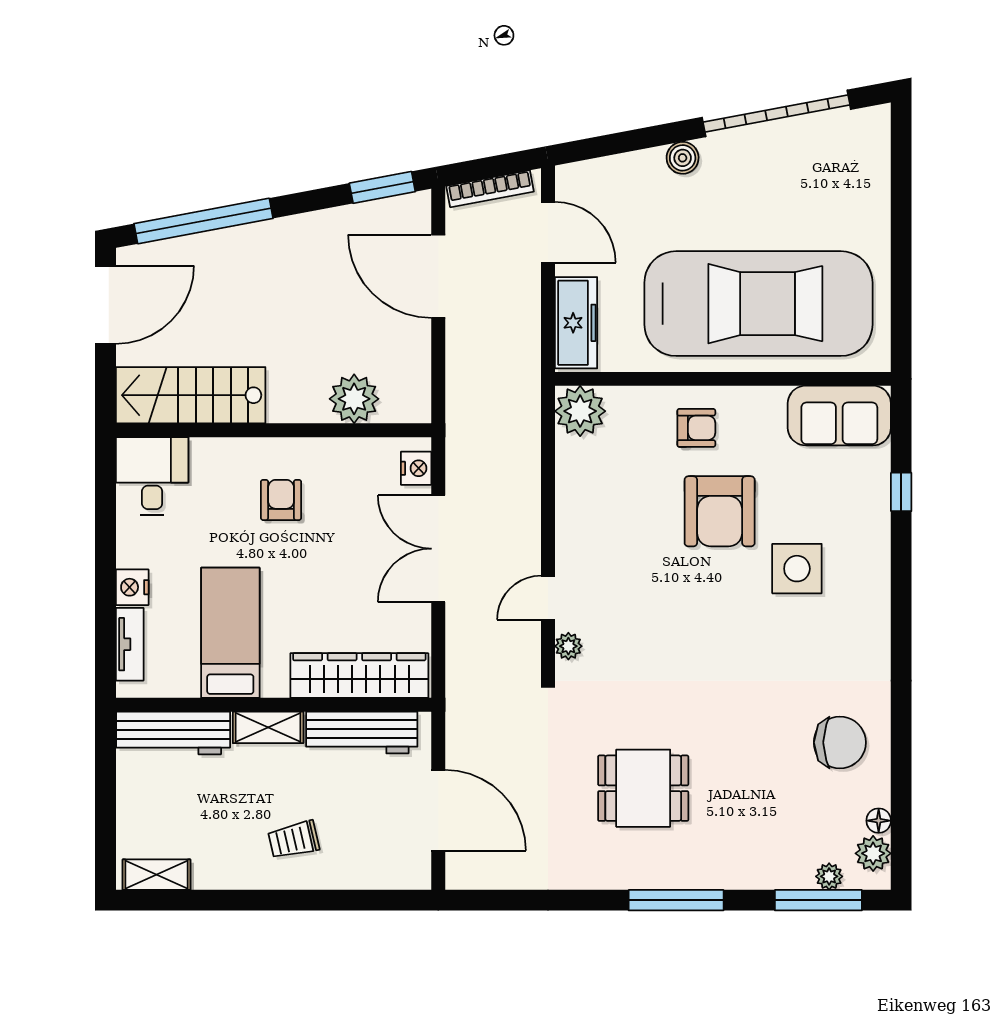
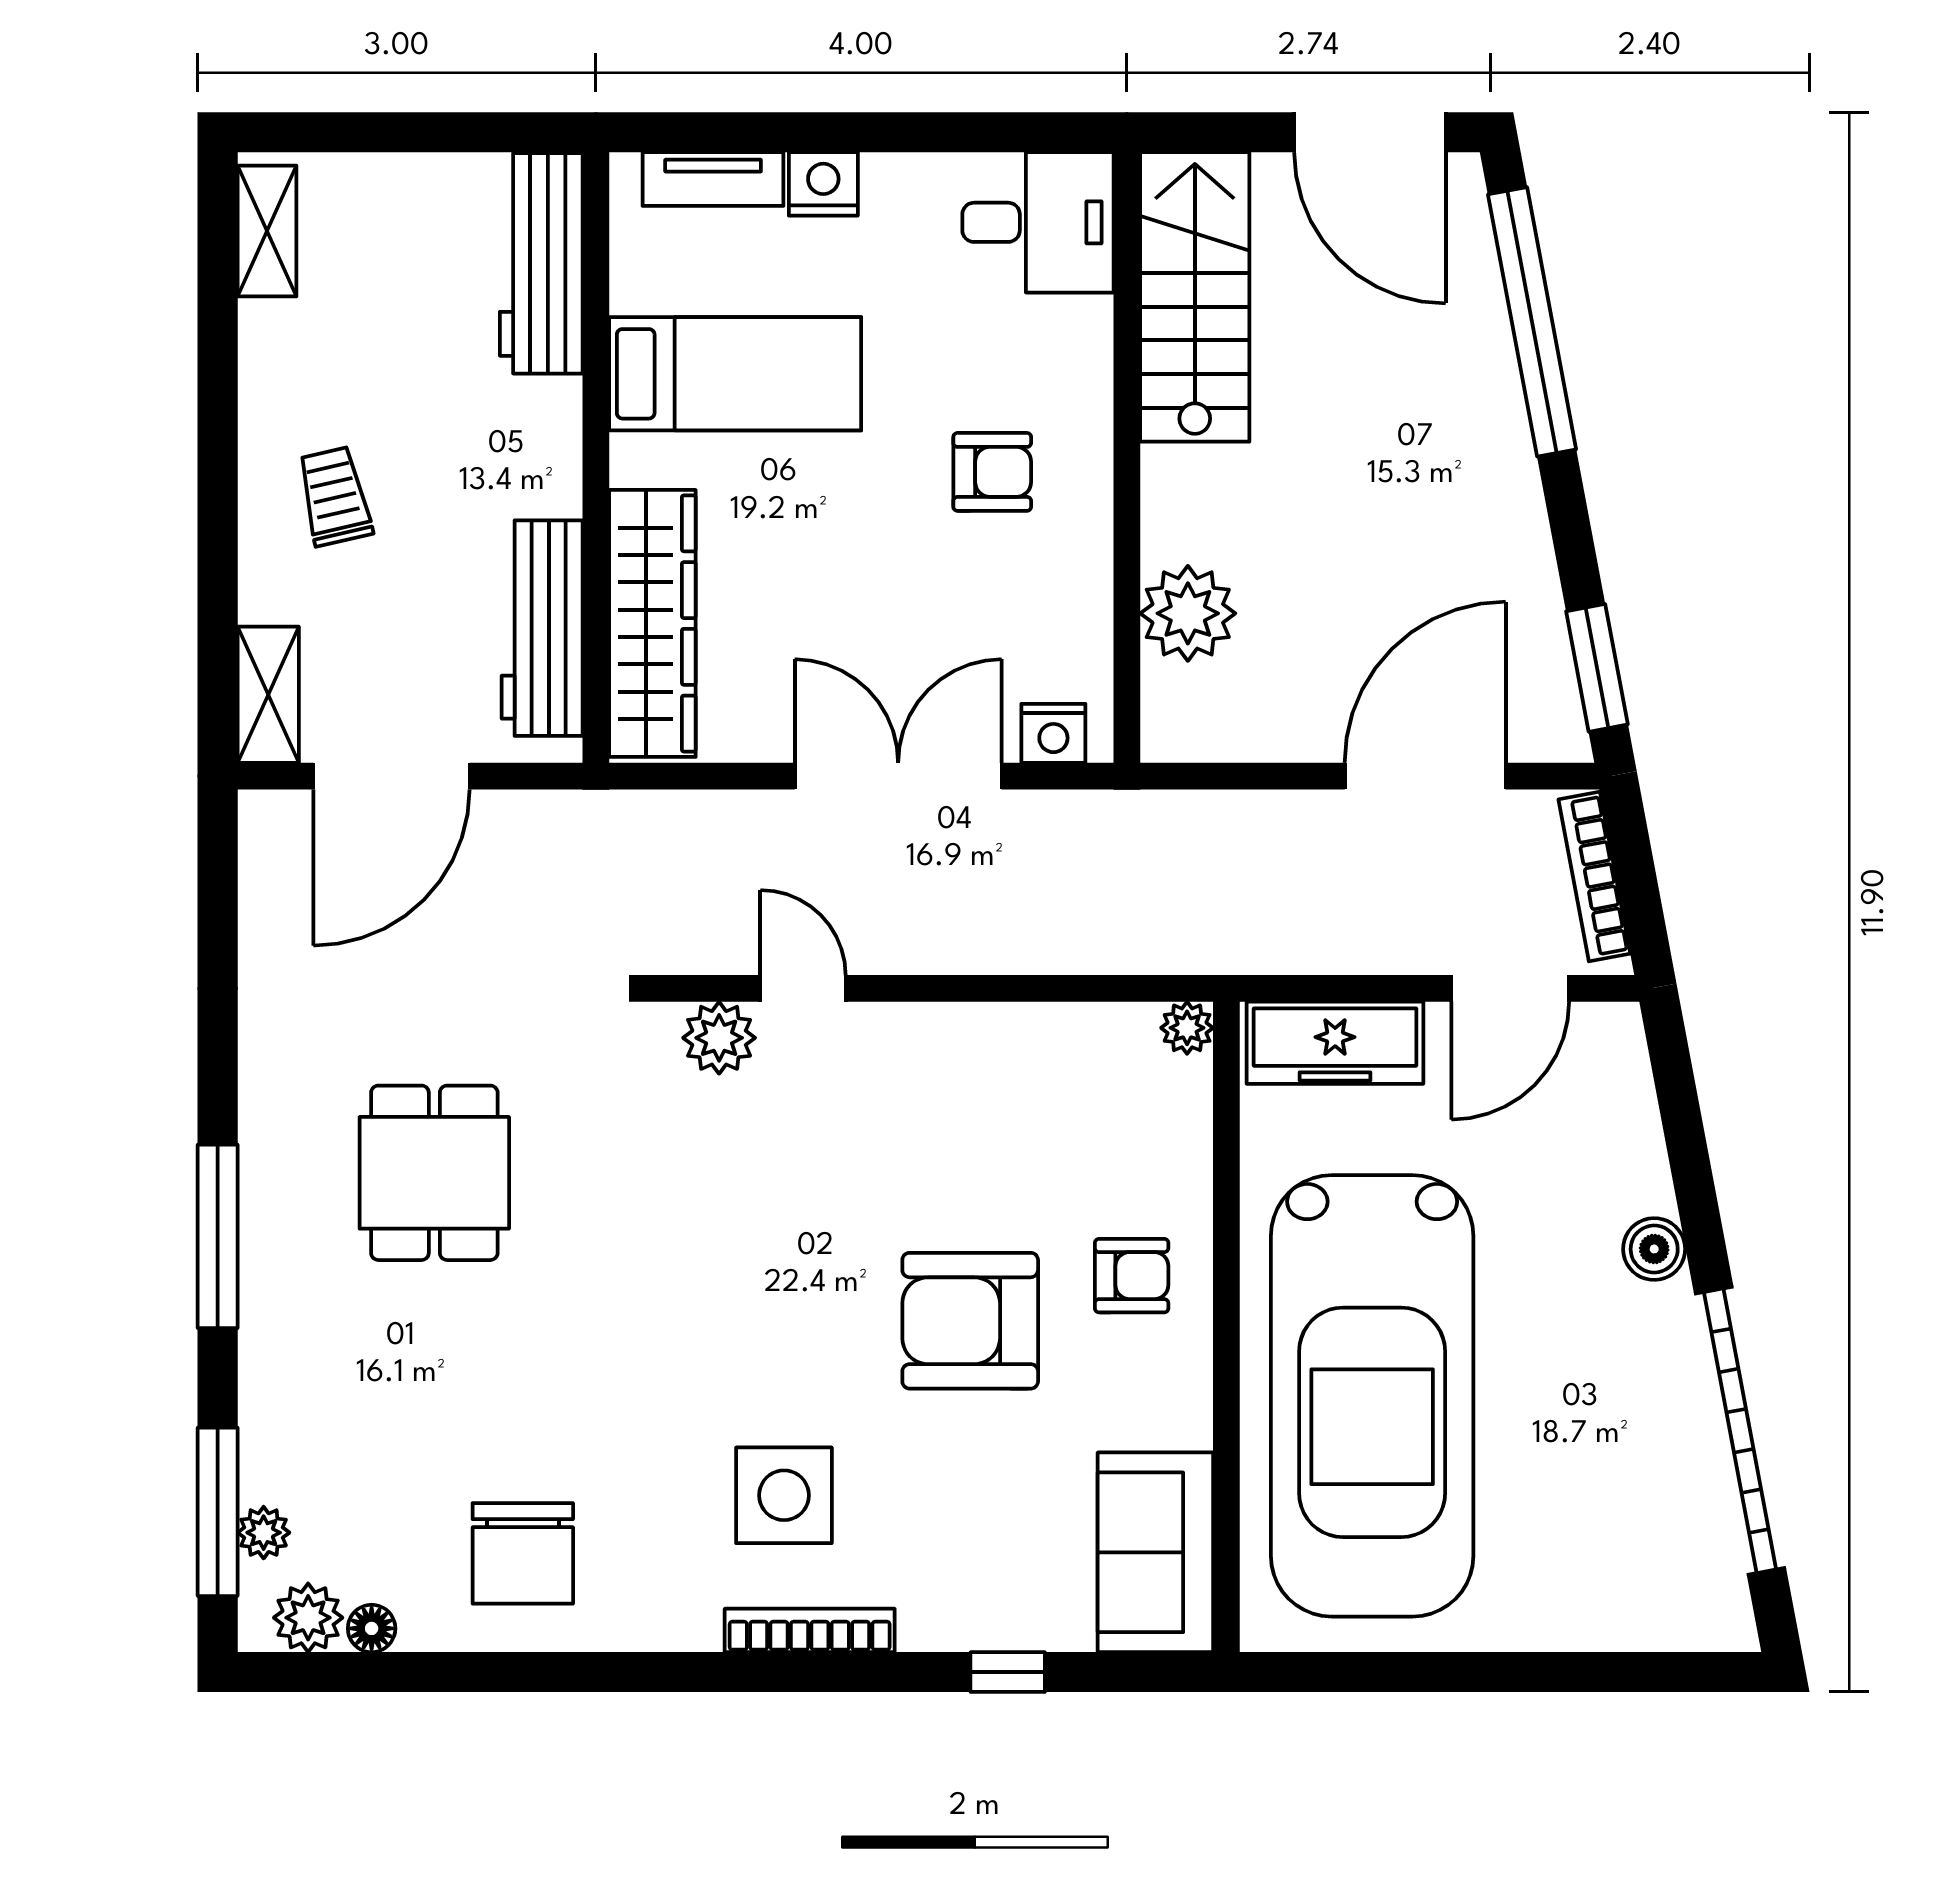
plant: (580, 411) -> (1187, 1028), width x0.53, depth x0.53
armchair: (696, 428) -> (1132, 1276), turned -90
side table: (797, 569) -> (784, 1495), moved
bookcase: (880, 594) -> (810, 1630), added
plant: (568, 646) -> (719, 1038), width x1.38, depth x1.38
shelving: (268, 727) -> (268, 695), moved

